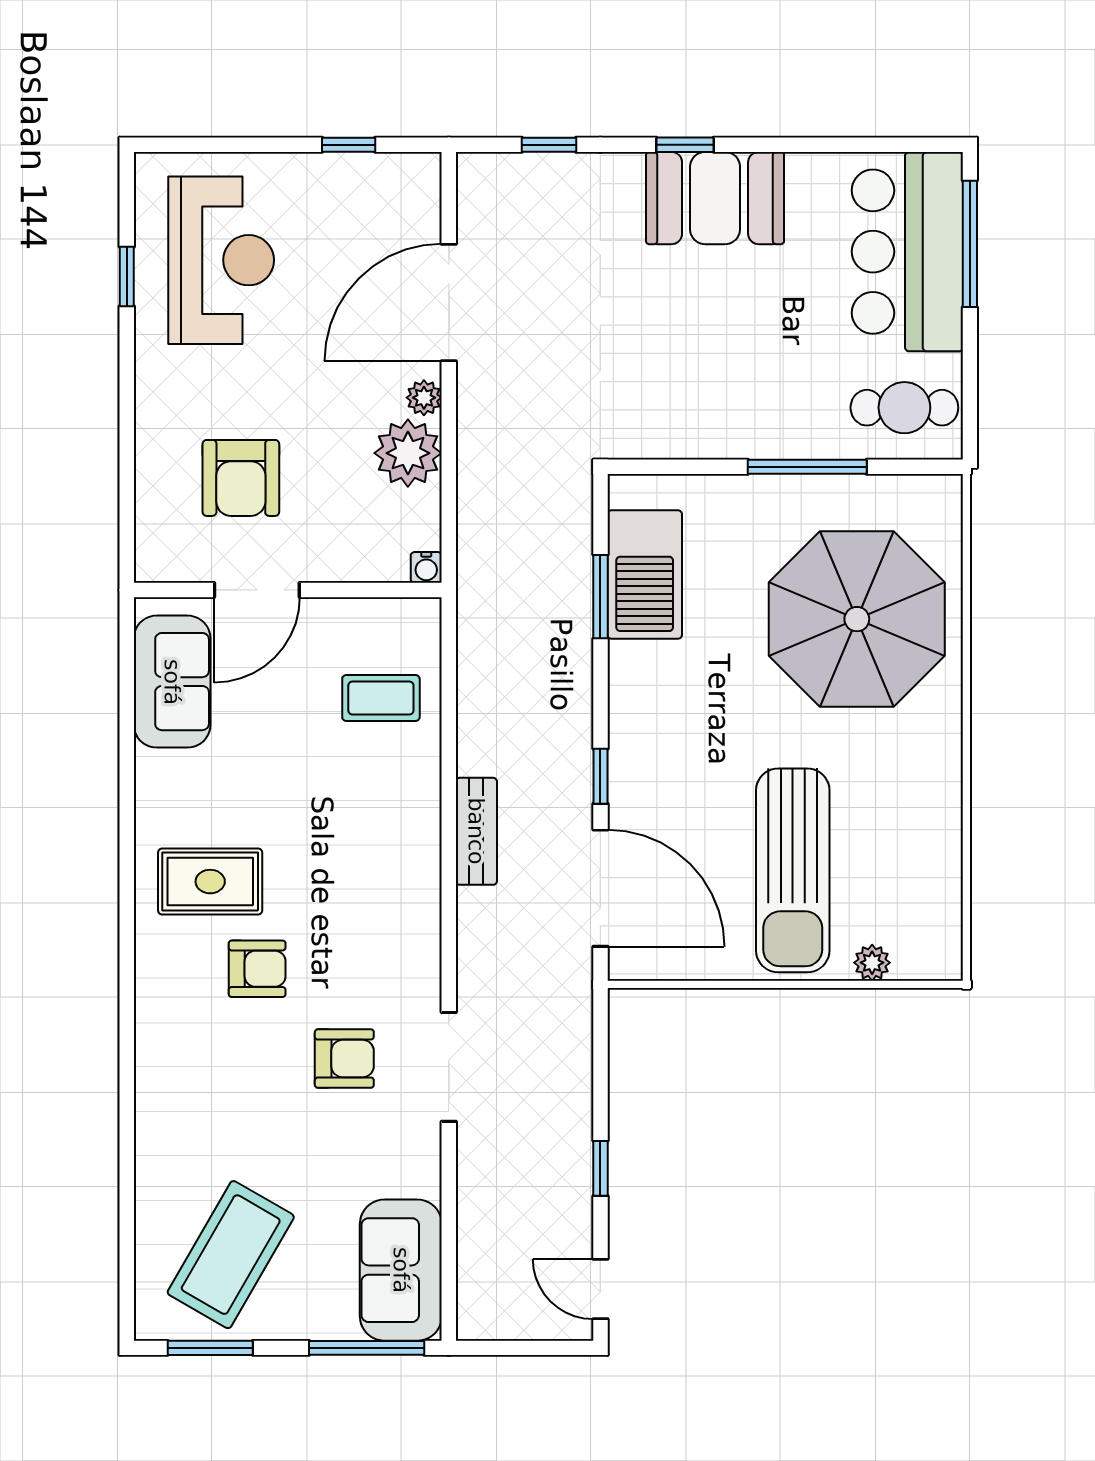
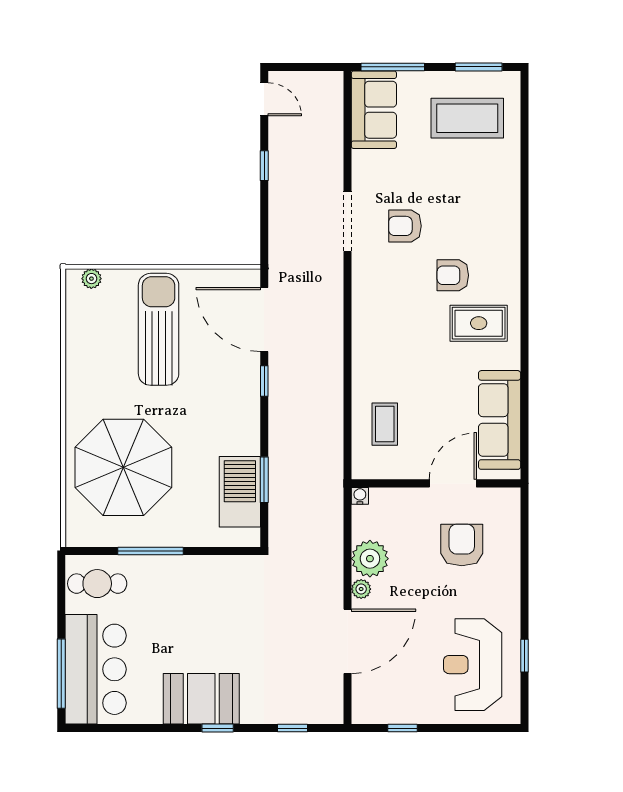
sofa: (172, 682) -> (500, 420), width x1.36
coffee table: (381, 698) -> (385, 424), turned 90
bench: (476, 831) -> (332, 351), removed
plant: (872, 963) -> (91, 279), moved
coffee table: (231, 1255) -> (467, 118), turned 60

